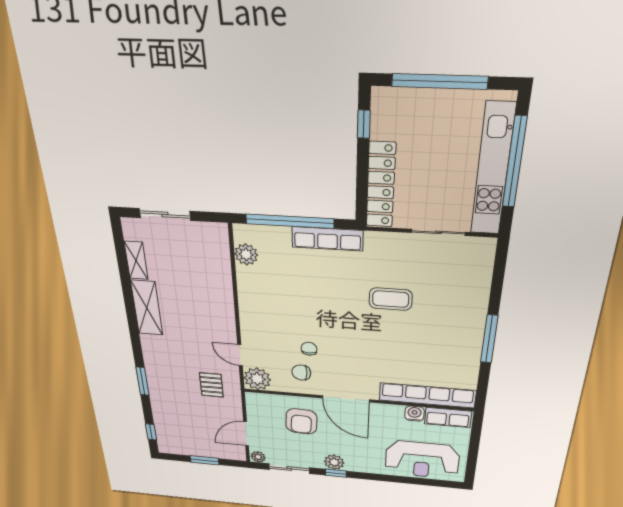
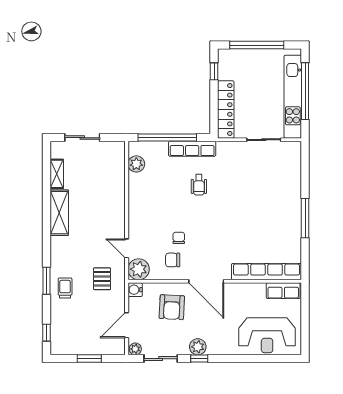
wheelchair: (337, 287) -> (199, 185), added
coffee table: (391, 299) -> (236, 192), removed
trolley: (167, 390) -> (65, 288), added
water cooler: (414, 414) -> (135, 290), moved, turned -90

